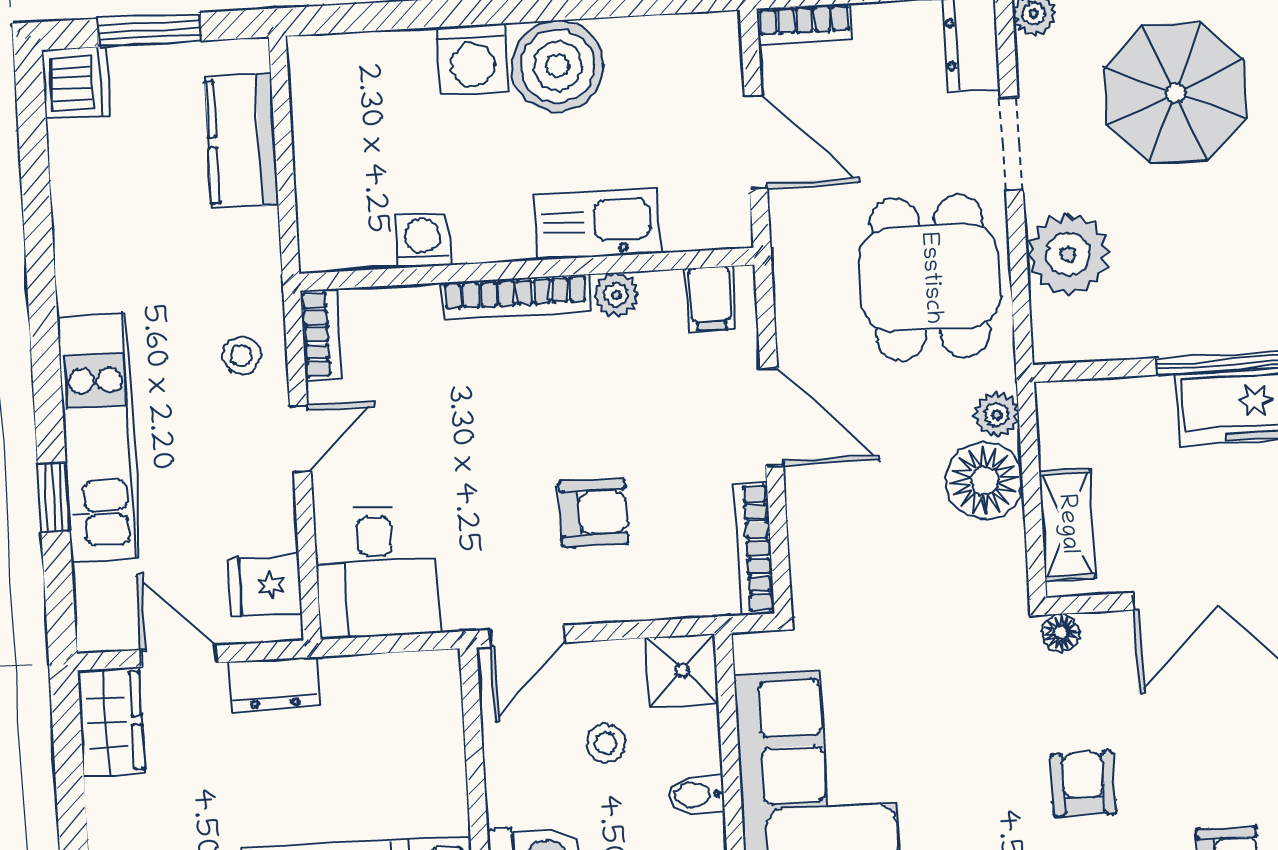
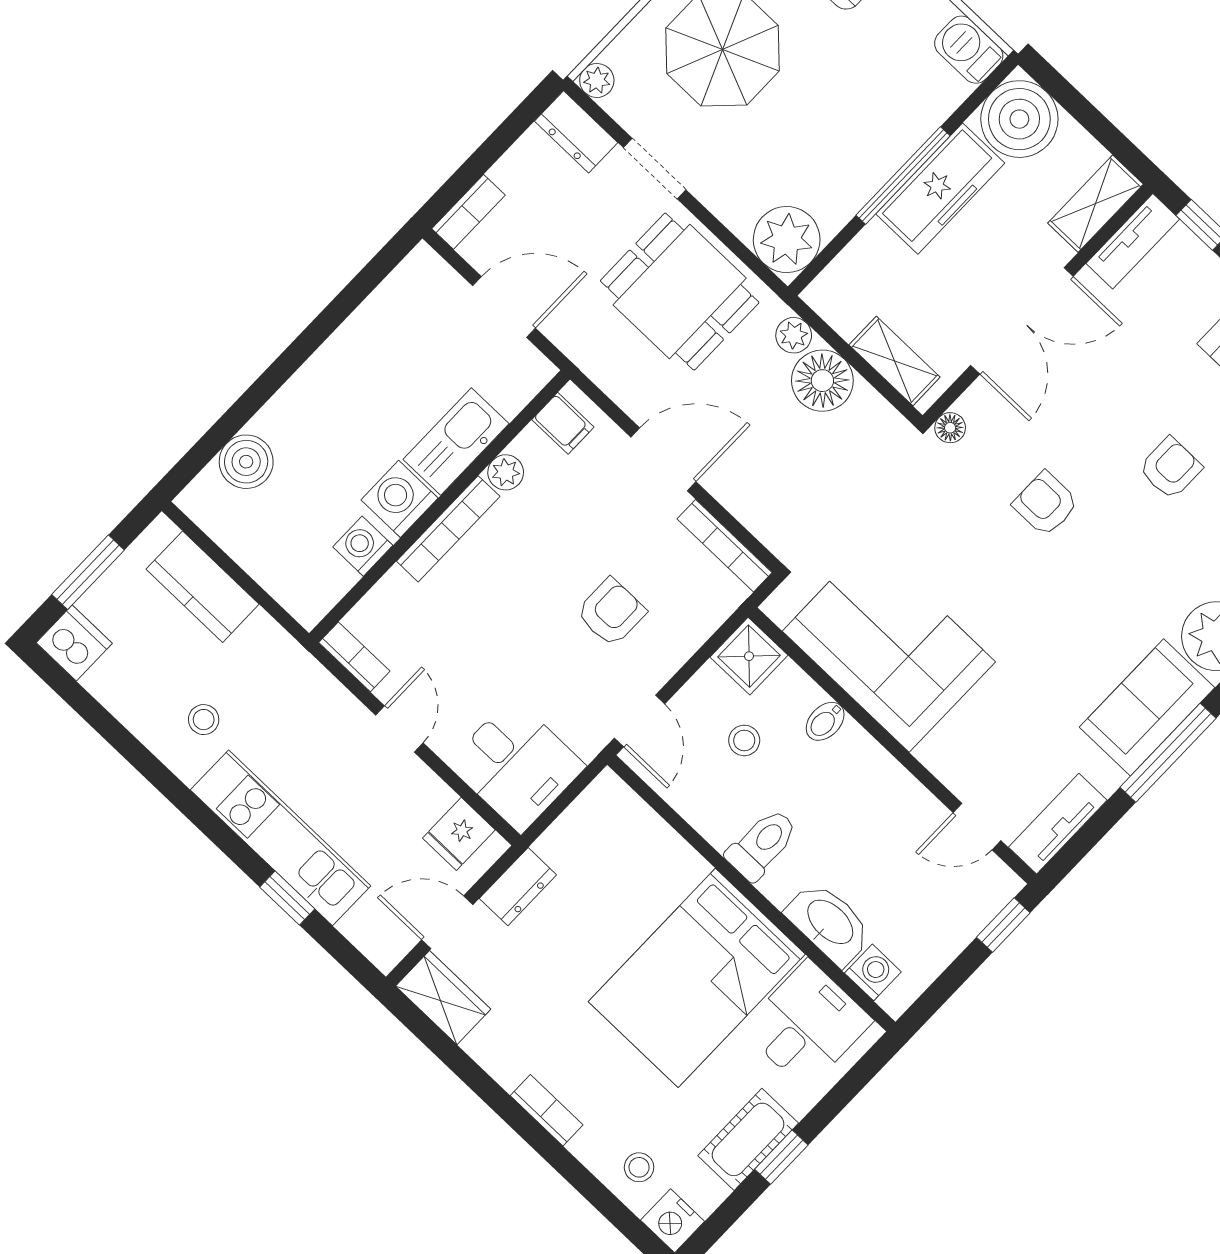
washing machine: (472, 59) -> (400, 499), moved, turned 180
boiler: (558, 66) -> (246, 462), moved, width x0.73, depth x0.73
plant: (1068, 254) -> (787, 240), moved
stool: (241, 356) -> (204, 720), moved

